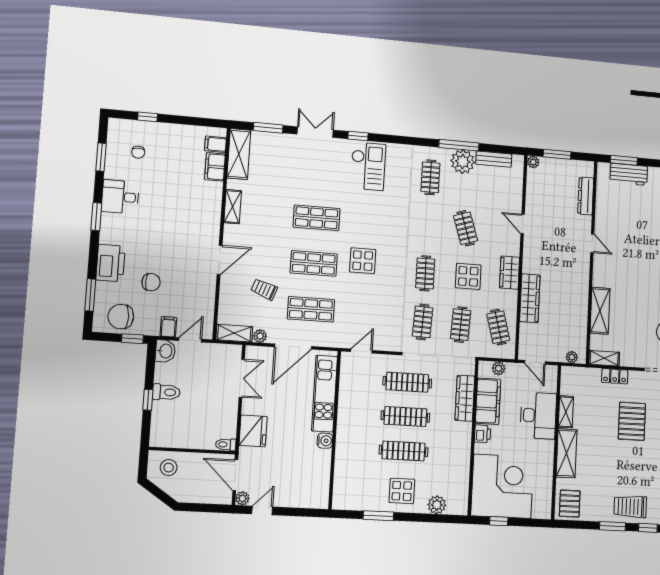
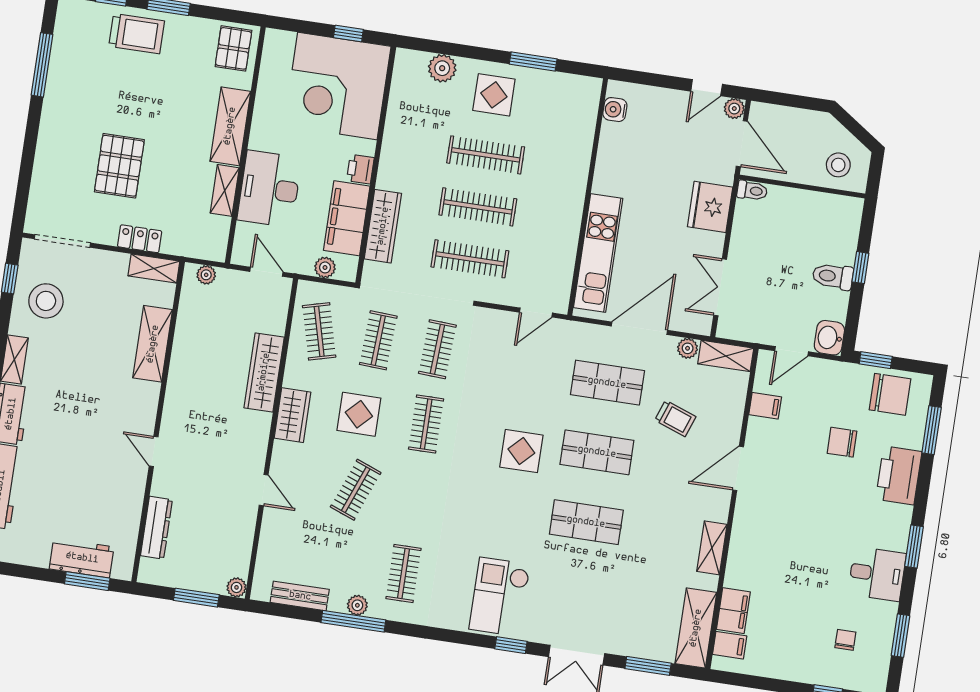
plant: (463, 162) -> (357, 605), width x0.53, depth x0.53
clothes rail: (466, 228) -> (356, 490), turned 39
filing cabinet: (168, 327) -> (765, 406), moved, turned -90
water cooler: (325, 441) -> (615, 110), moved

